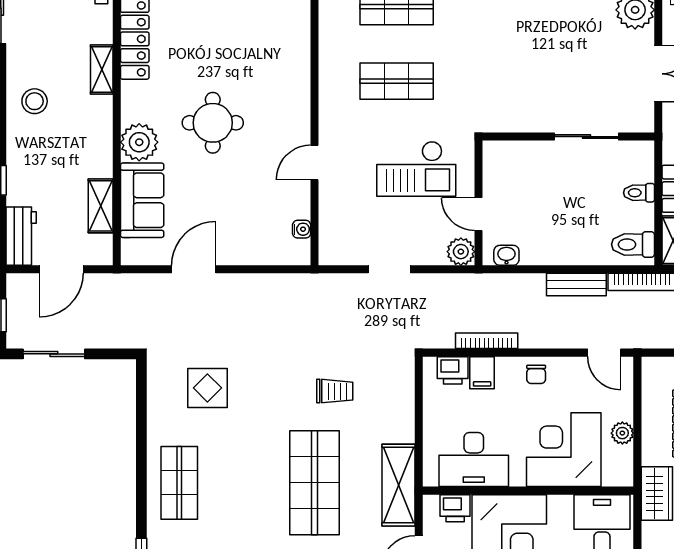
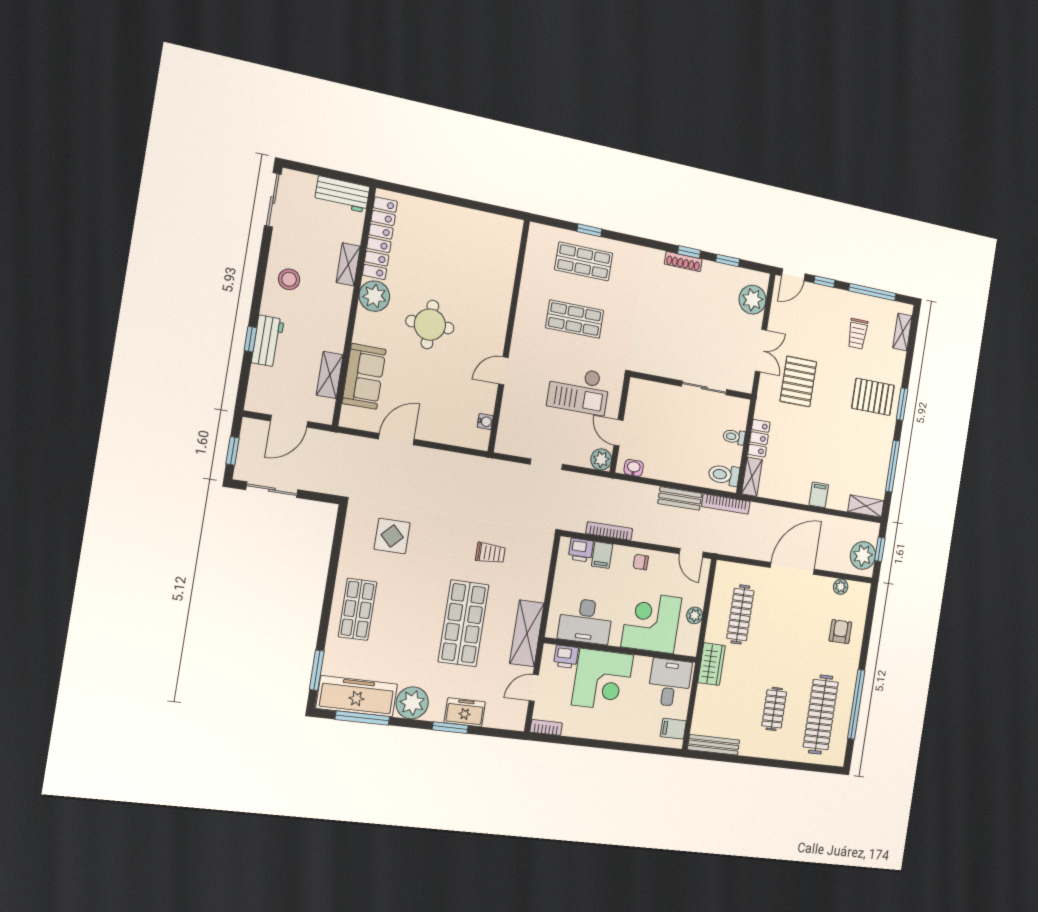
plant: (139, 142) -> (374, 296), moved
workbench: (21, 236) -> (268, 341), moved
chair: (536, 374) -> (641, 562), turned 90

